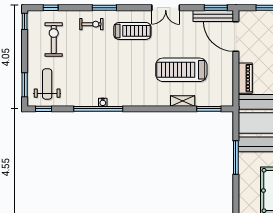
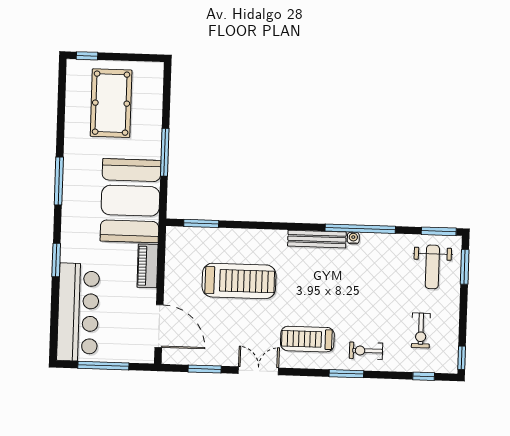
window: (216, 8) -> (205, 369), moved
bench: (213, 16) -> (317, 239), moved
exercise bike: (54, 40) -> (421, 330), width x0.73, depth x0.72
shelving: (183, 101) -> (239, 236), removed
window: (43, 109) -> (439, 231), width x1.50

